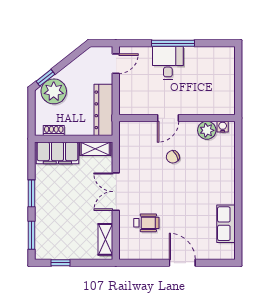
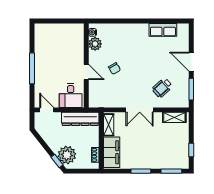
desk: (168, 63) -> (71, 96), moved, turned -90
wheelchair: (146, 223) -> (162, 88), turned -132
window: (145, 263) -> (191, 89), added
door: (182, 263) -> (191, 62), hinge flipped

